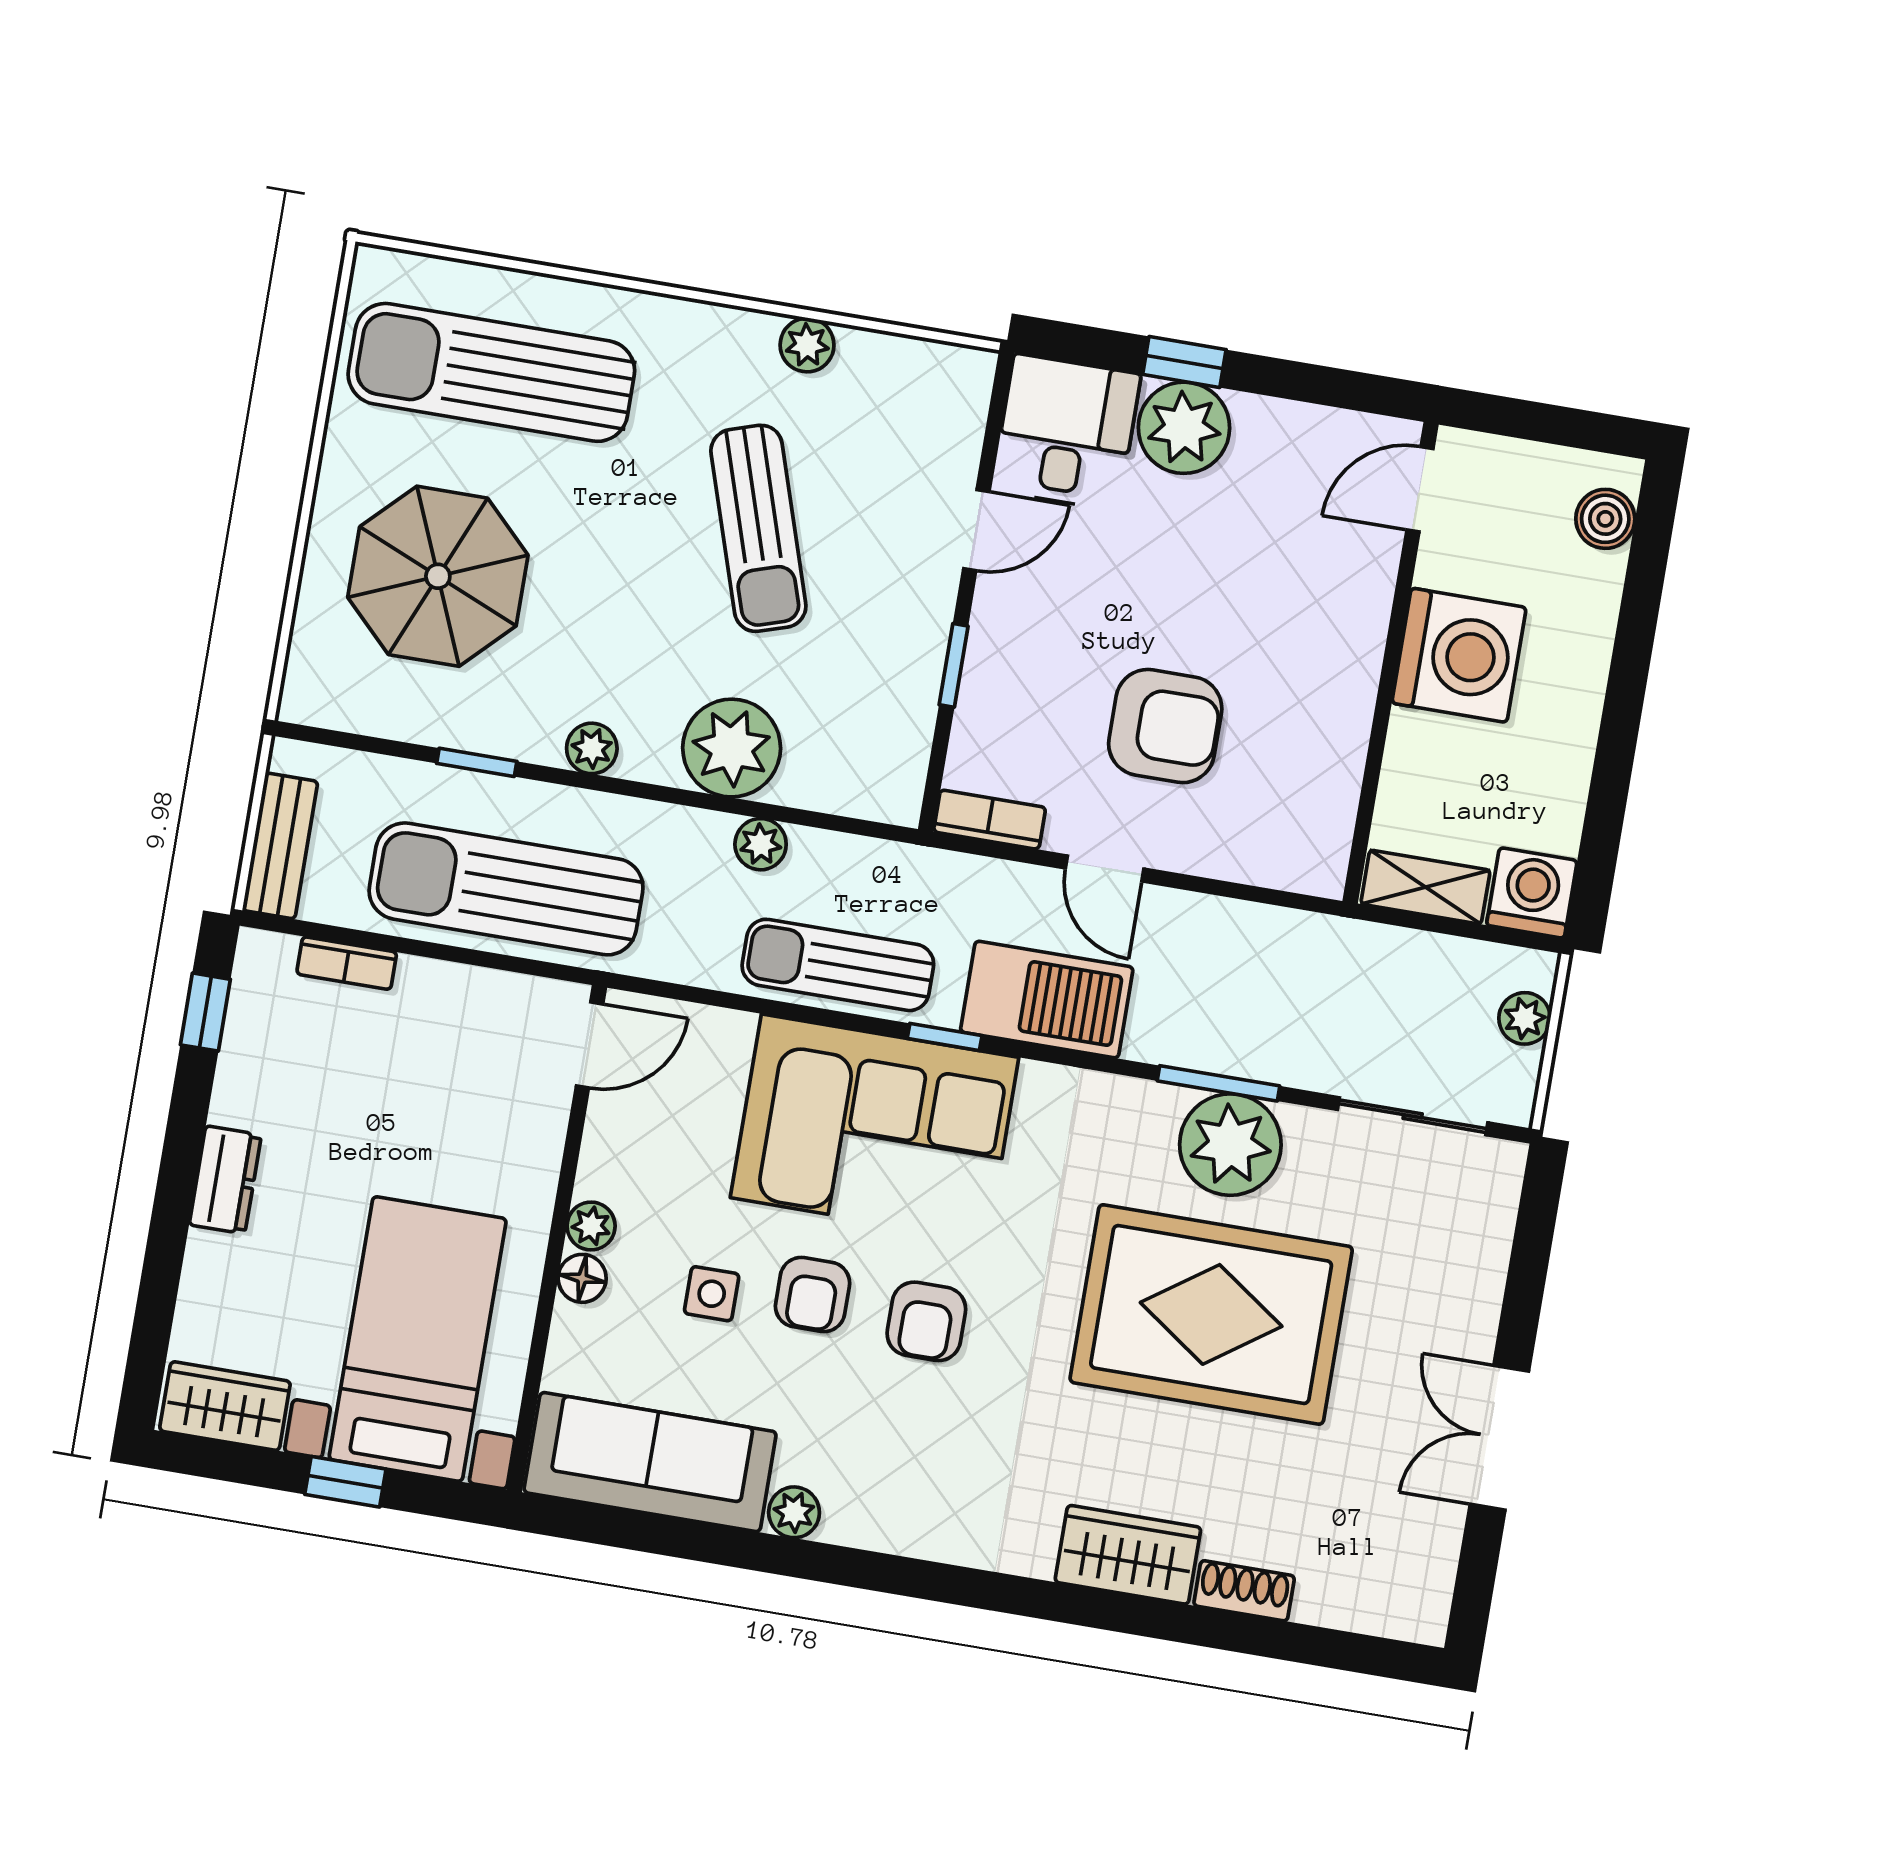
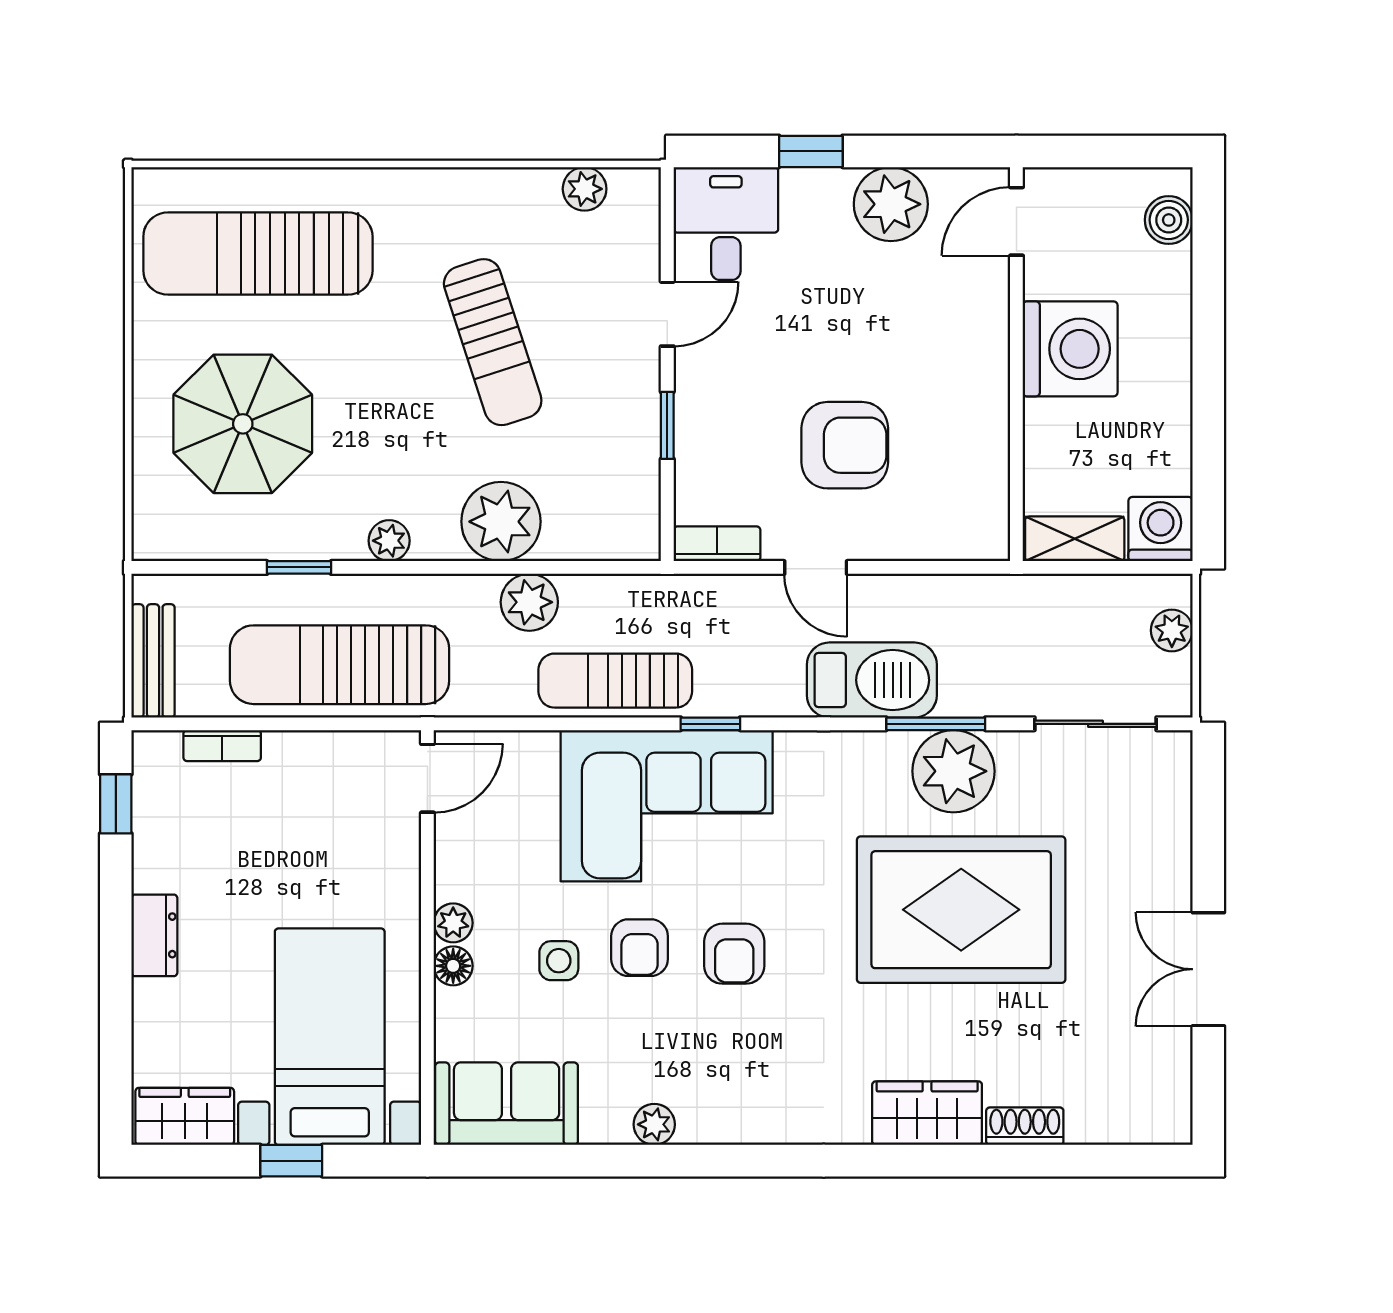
plant: (807, 345) -> (585, 189), moved
plant: (1184, 428) -> (891, 204), moved
plant: (761, 844) -> (529, 602), width x1.38, depth x1.38
barbecue: (1047, 1000) -> (872, 680), moved
sofa: (650, 1462) -> (507, 1104), width x0.73

